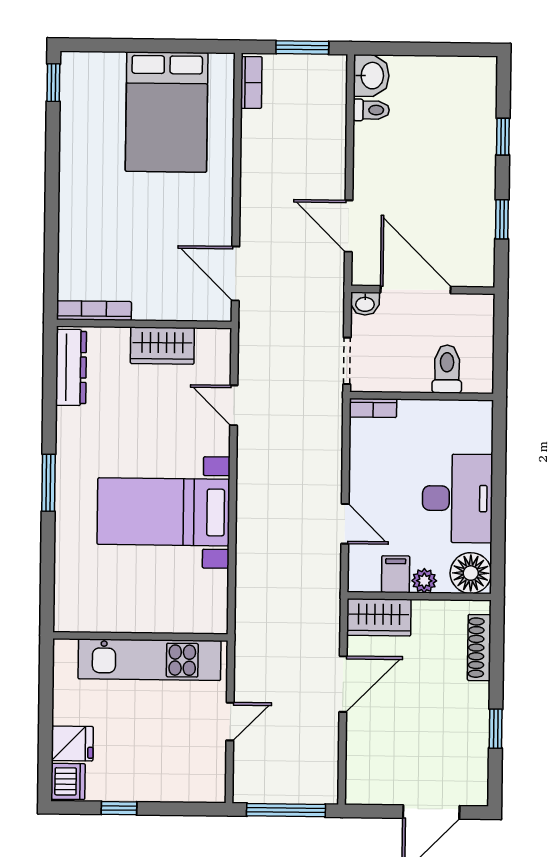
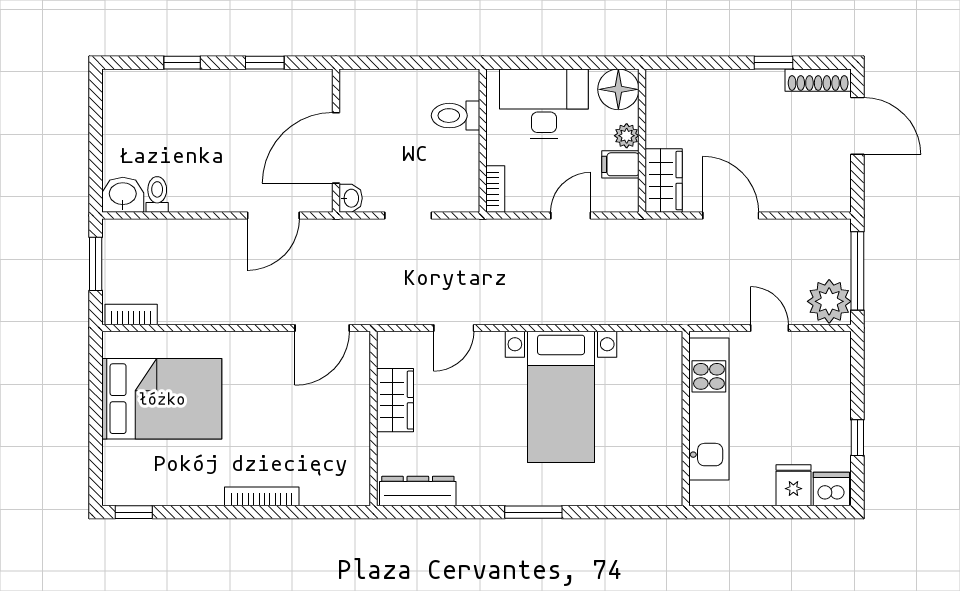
bookcase: (94, 311) -> (262, 496), moved, turned 90
toilet: (447, 369) -> (456, 116), moved
wall: (422, 396) -> (483, 141), moved
bookcase: (373, 408) -> (495, 189), moved
shoe rack: (479, 648) -> (818, 80), moved
plant: (256, 782) -> (829, 301), added

